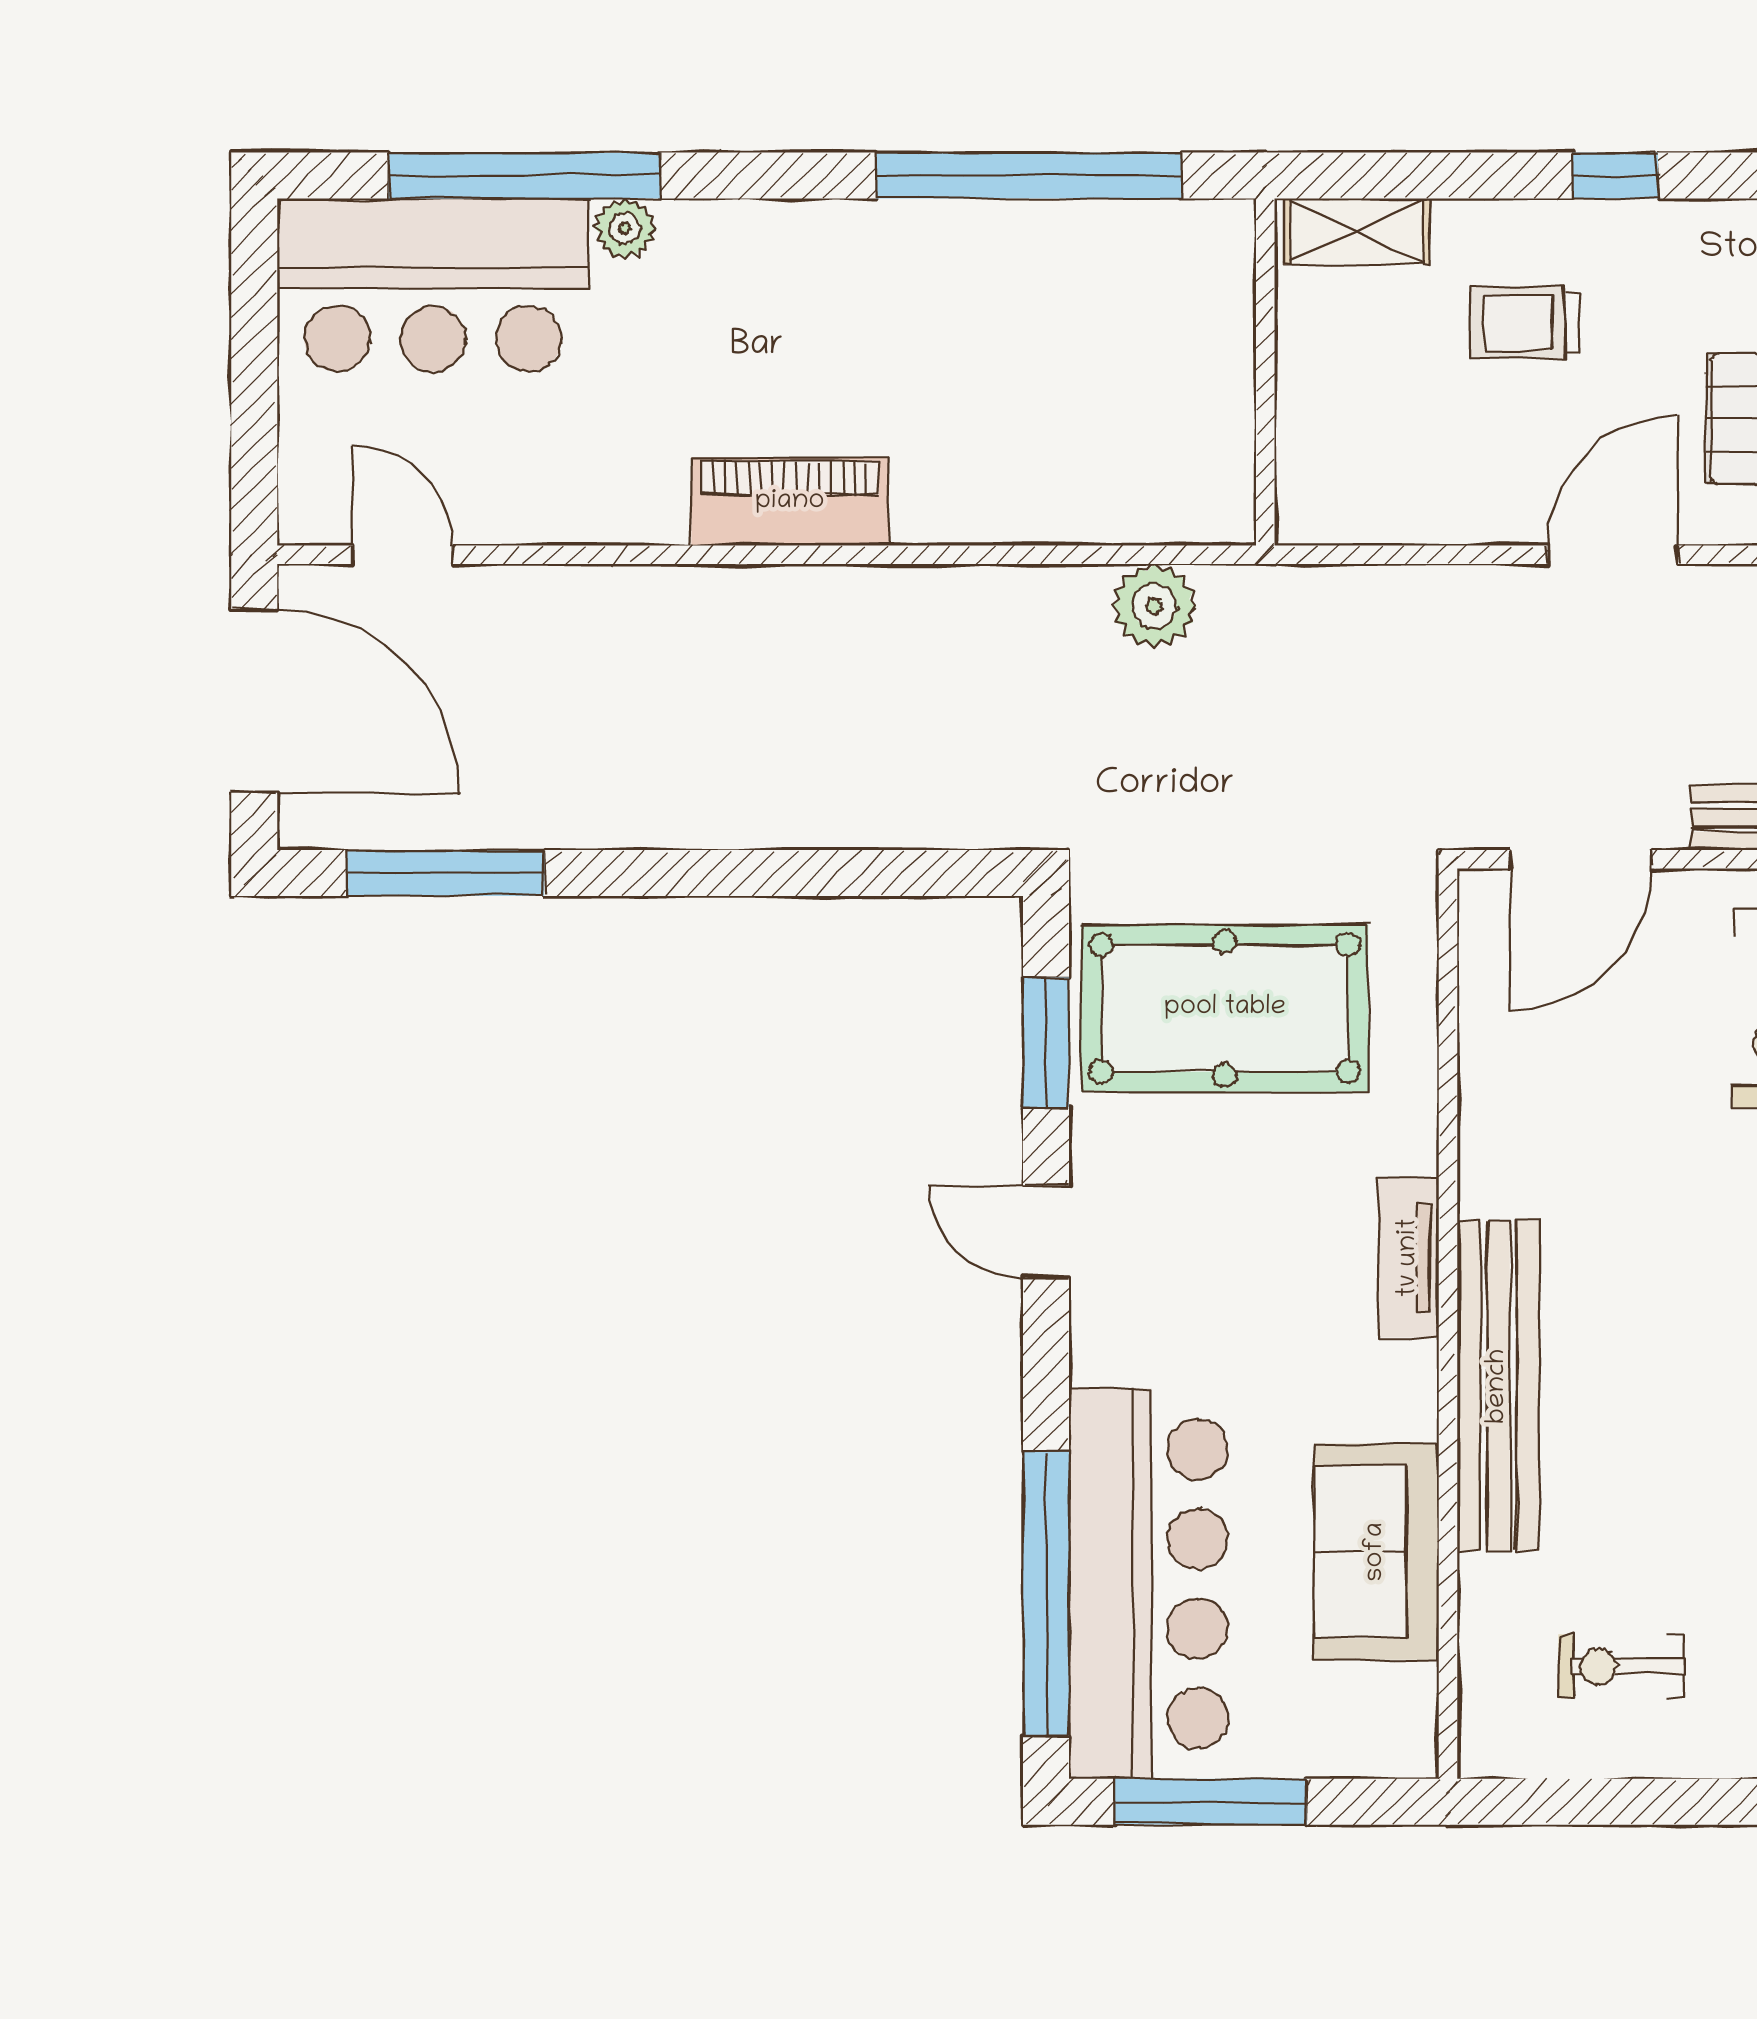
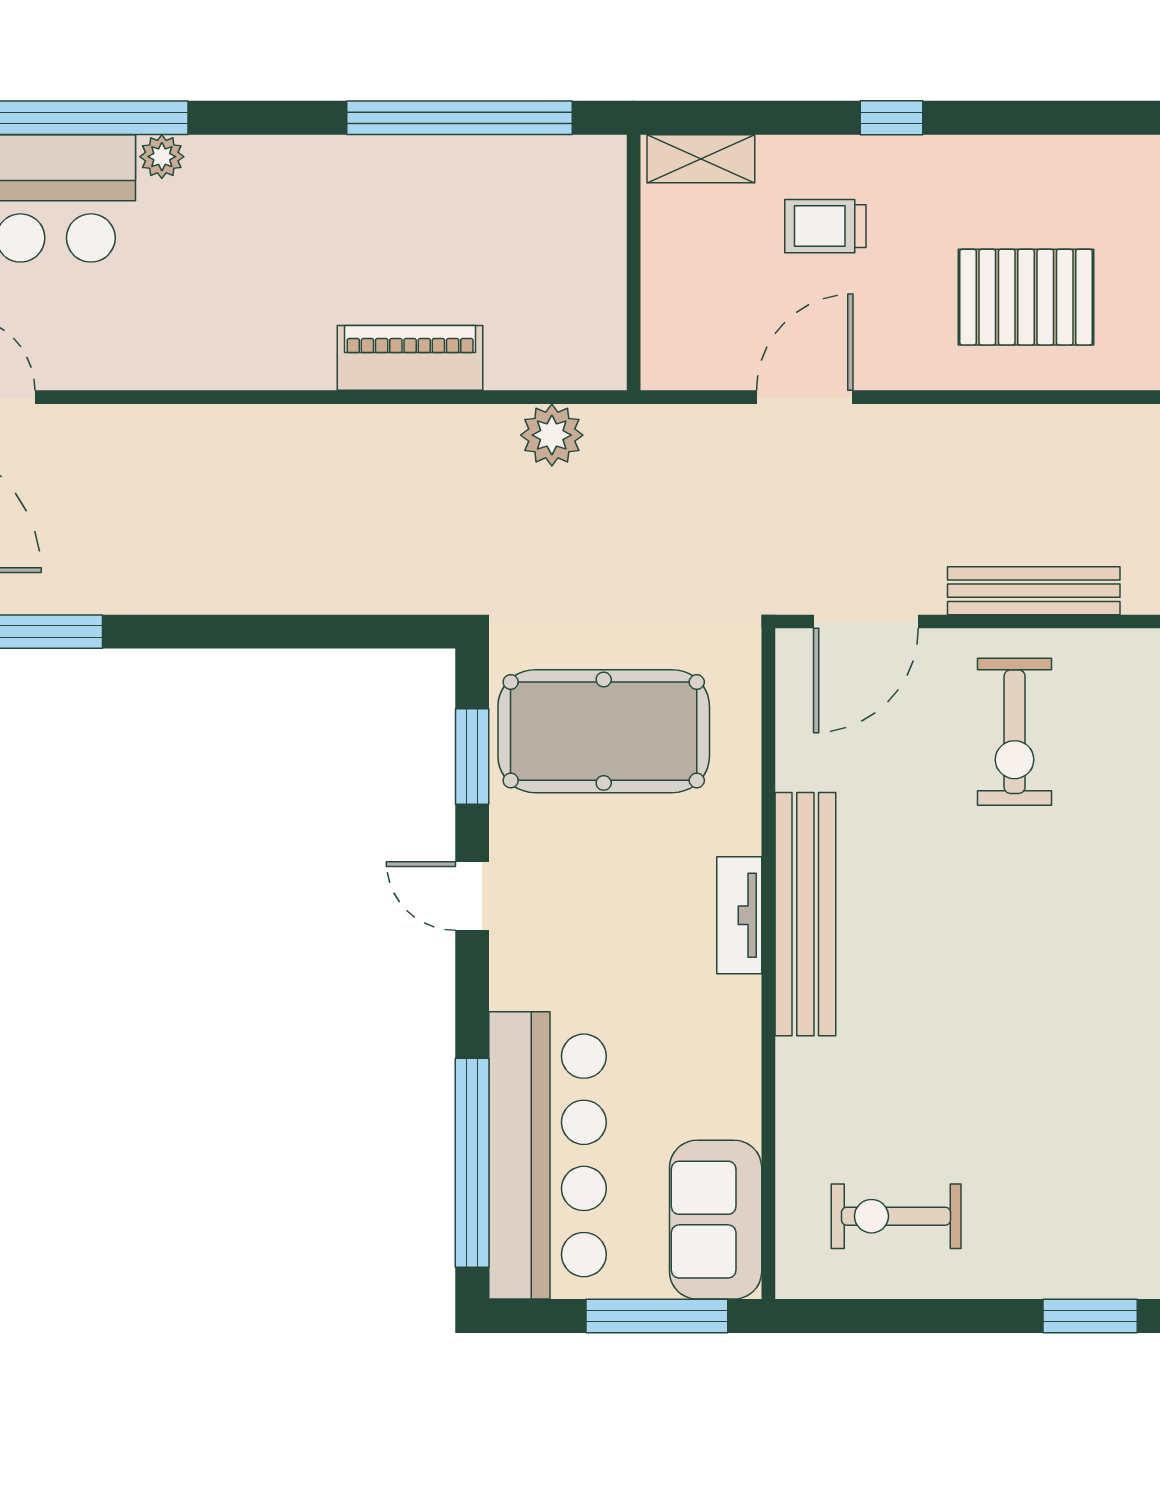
piano: (790, 502) -> (410, 358), moved
door: (1613, 555) -> (805, 397), moved
bench: (1498, 1386) -> (805, 914), moved
sofa: (1376, 1552) -> (716, 1220), moved
exercise bike: (1621, 1666) -> (896, 1216), width x1.38, depth x1.39
window: (1210, 1802) -> (657, 1316), moved

